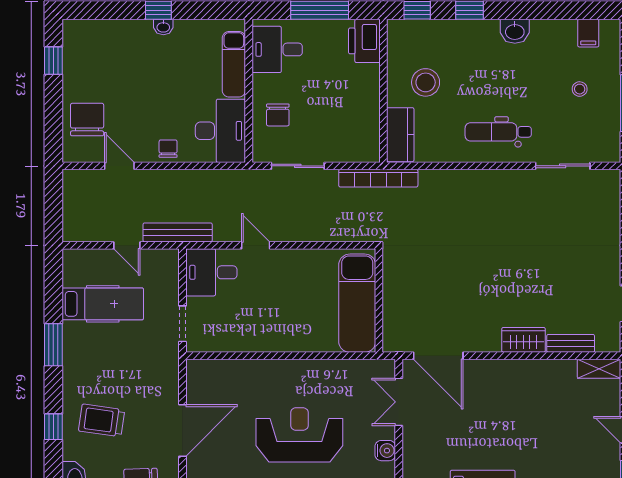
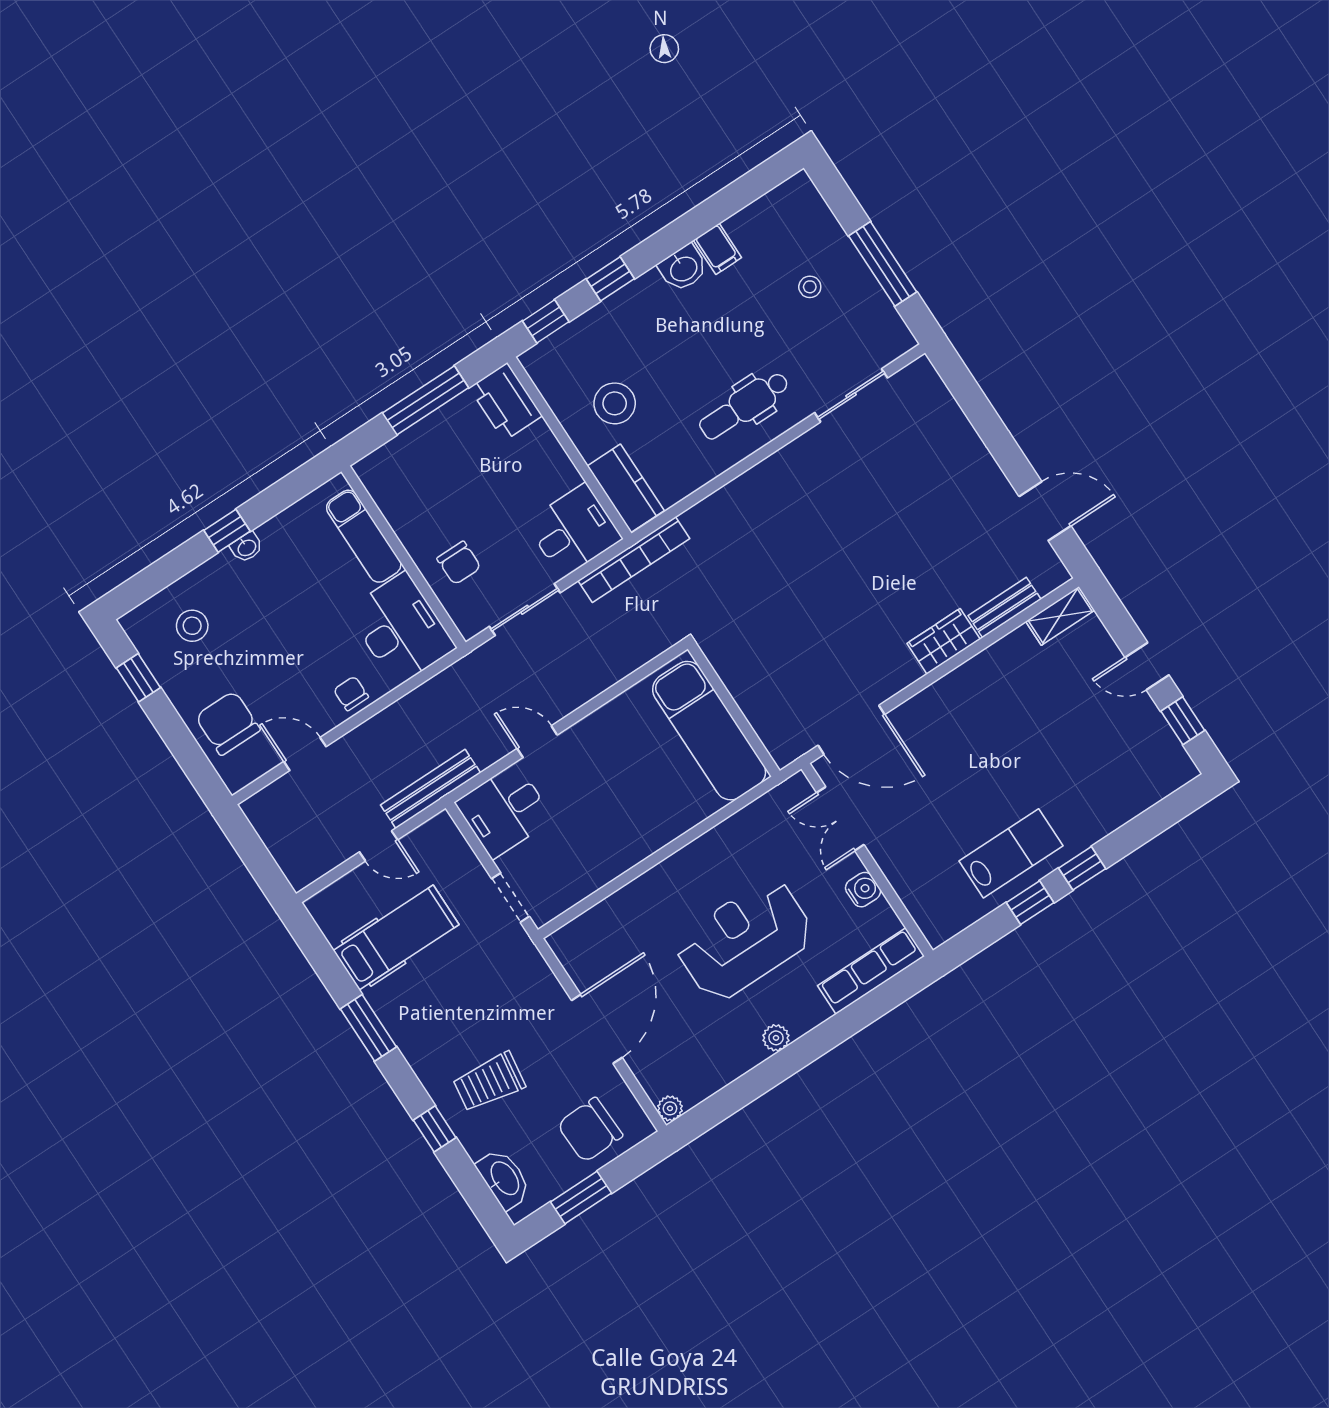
filing cabinet: (588, 33) -> (717, 249), moved
desk: (277, 49) -> (574, 531), moved, turned 180
stool: (103, 51) -> (192, 626), added

